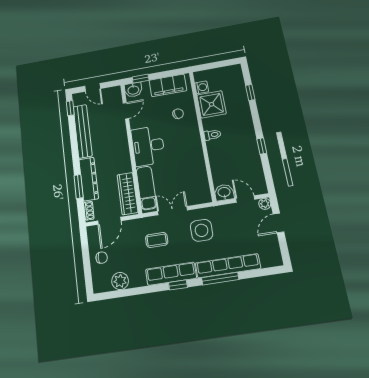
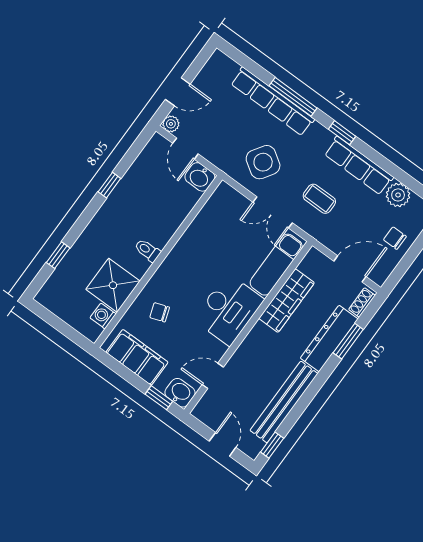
wardrobe: (127, 194) -> (287, 301), moved
side table: (202, 230) -> (263, 162), turned 33
row of seats: (171, 274) -> (359, 166), moved

